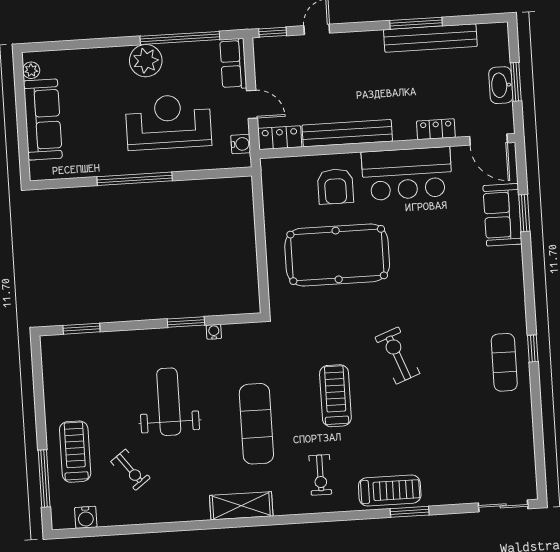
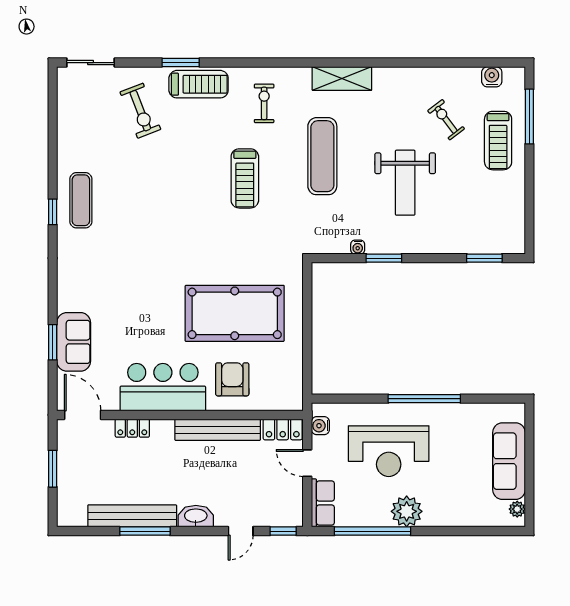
washbasin: (501, 85) -> (196, 516), moved, turned -90
exercise bike: (397, 355) -> (140, 111), moved
treadmill: (390, 490) -> (199, 84), turned 180

